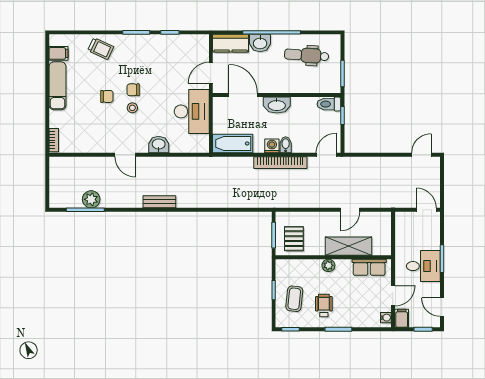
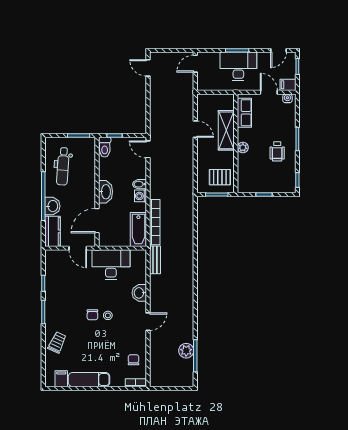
chair: (107, 96) -> (133, 360), moved
bookcase: (280, 163) -> (155, 222), moved
bench: (159, 202) -> (155, 260), moved
desk: (423, 266) -> (238, 66), width x1.37
coffee table: (294, 299) -> (271, 177), removed
wheelchair: (324, 306) -> (277, 151), turned -90

